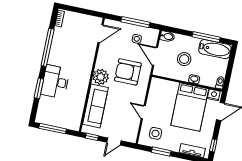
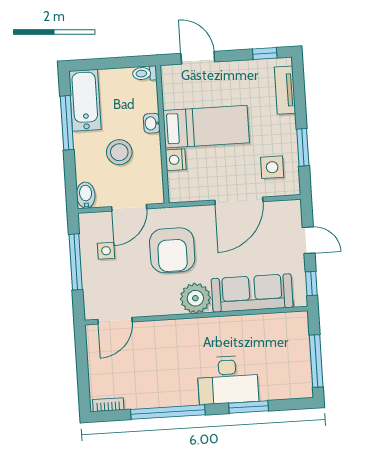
door: (101, 34) -> (115, 321), swing flipped
nightstand: (214, 95) -> (176, 160), moved
bed: (190, 107) -> (206, 127), width x0.67
door: (143, 112) -> (239, 201), width x1.87

